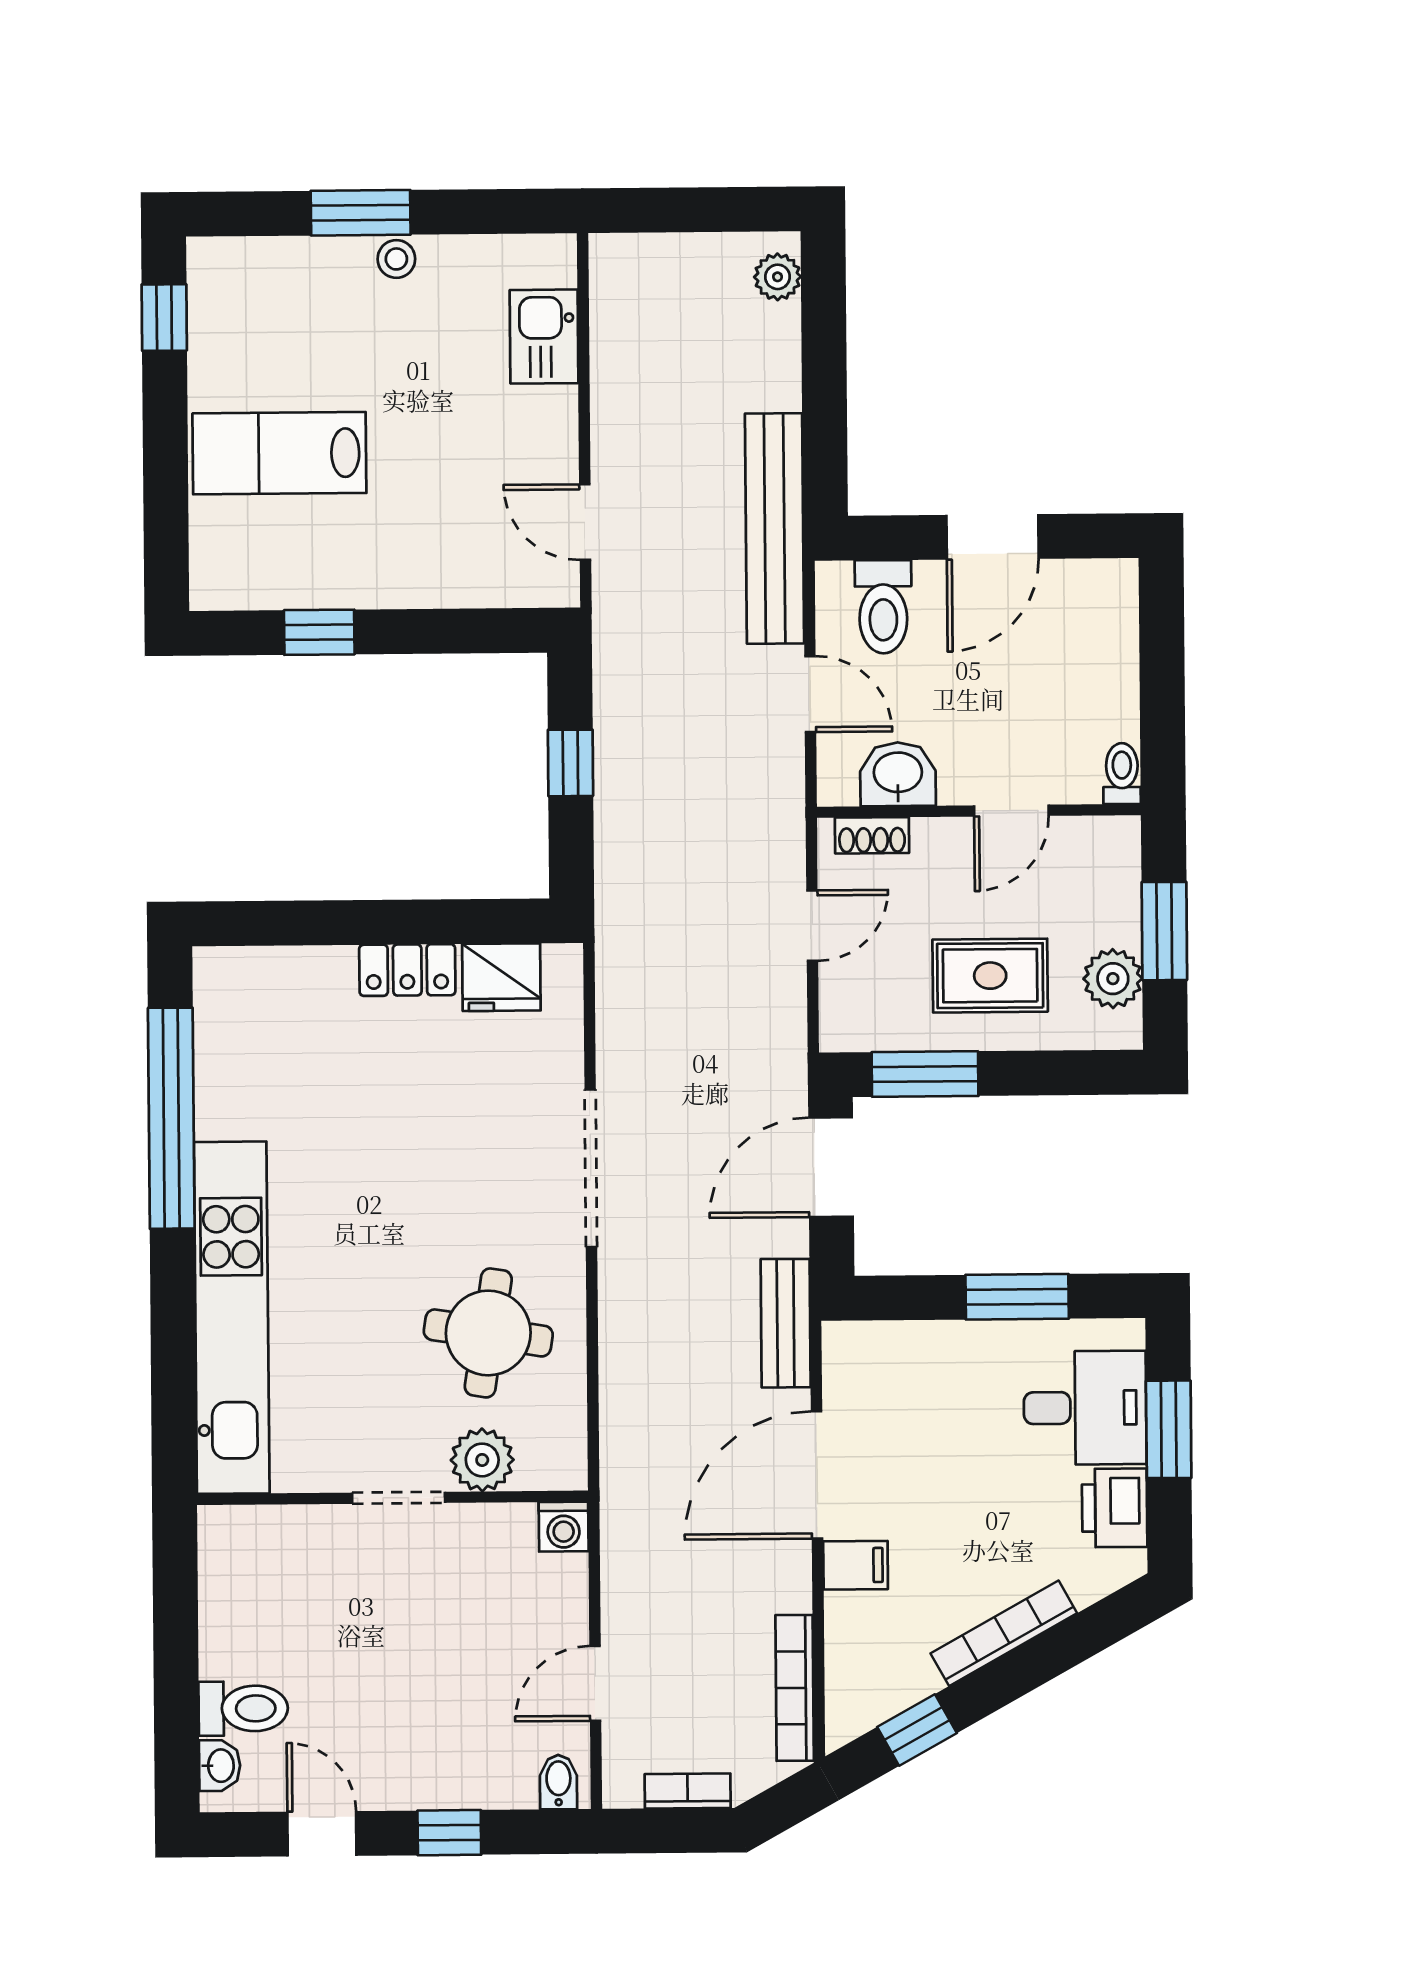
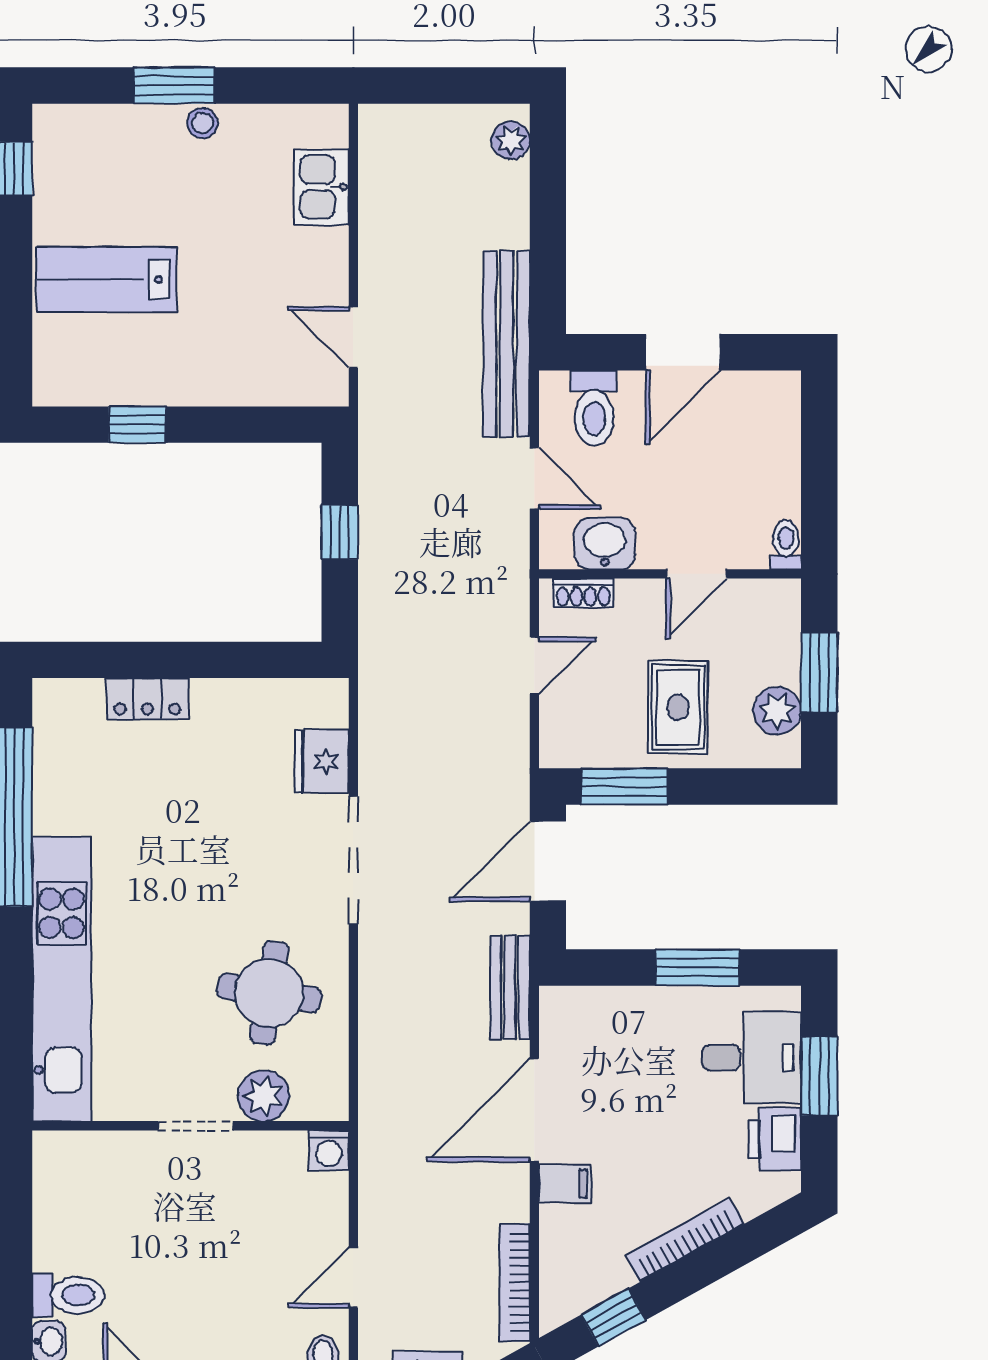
locker: (407, 970) -> (147, 699), moved
rug: (990, 976) -> (678, 707), turned 90
fridge: (501, 977) -> (322, 762), moved, turned 90

